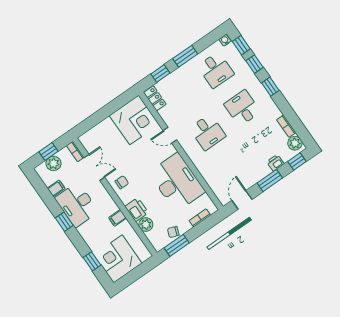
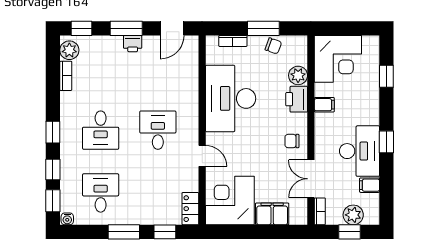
filing cabinet: (103, 130) -> (272, 214), added
printer: (275, 163) -> (133, 44), moved
window: (177, 245) -> (263, 28), moved
corner desk: (118, 259) -> (338, 59), moved

